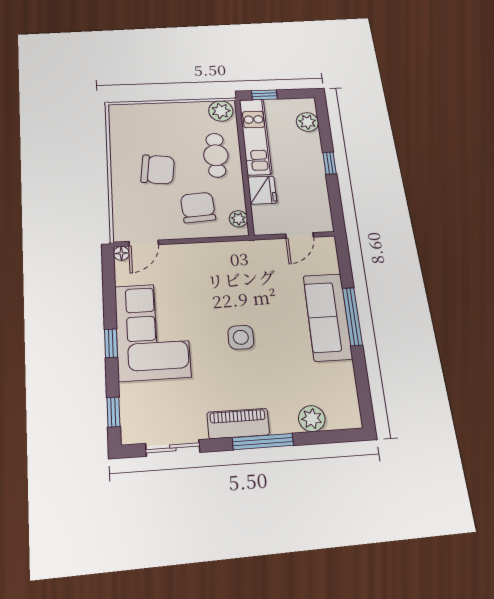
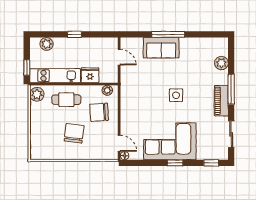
sofa: (328, 317) -> (161, 48), width x0.73

